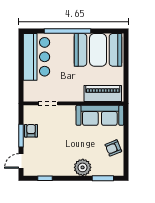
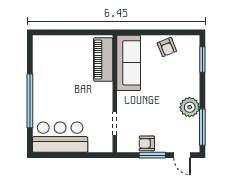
booth: (98, 50) -> (52, 65), removed
plant: (83, 167) -> (190, 107), moved
window: (45, 178) -> (202, 127), width x2.17

